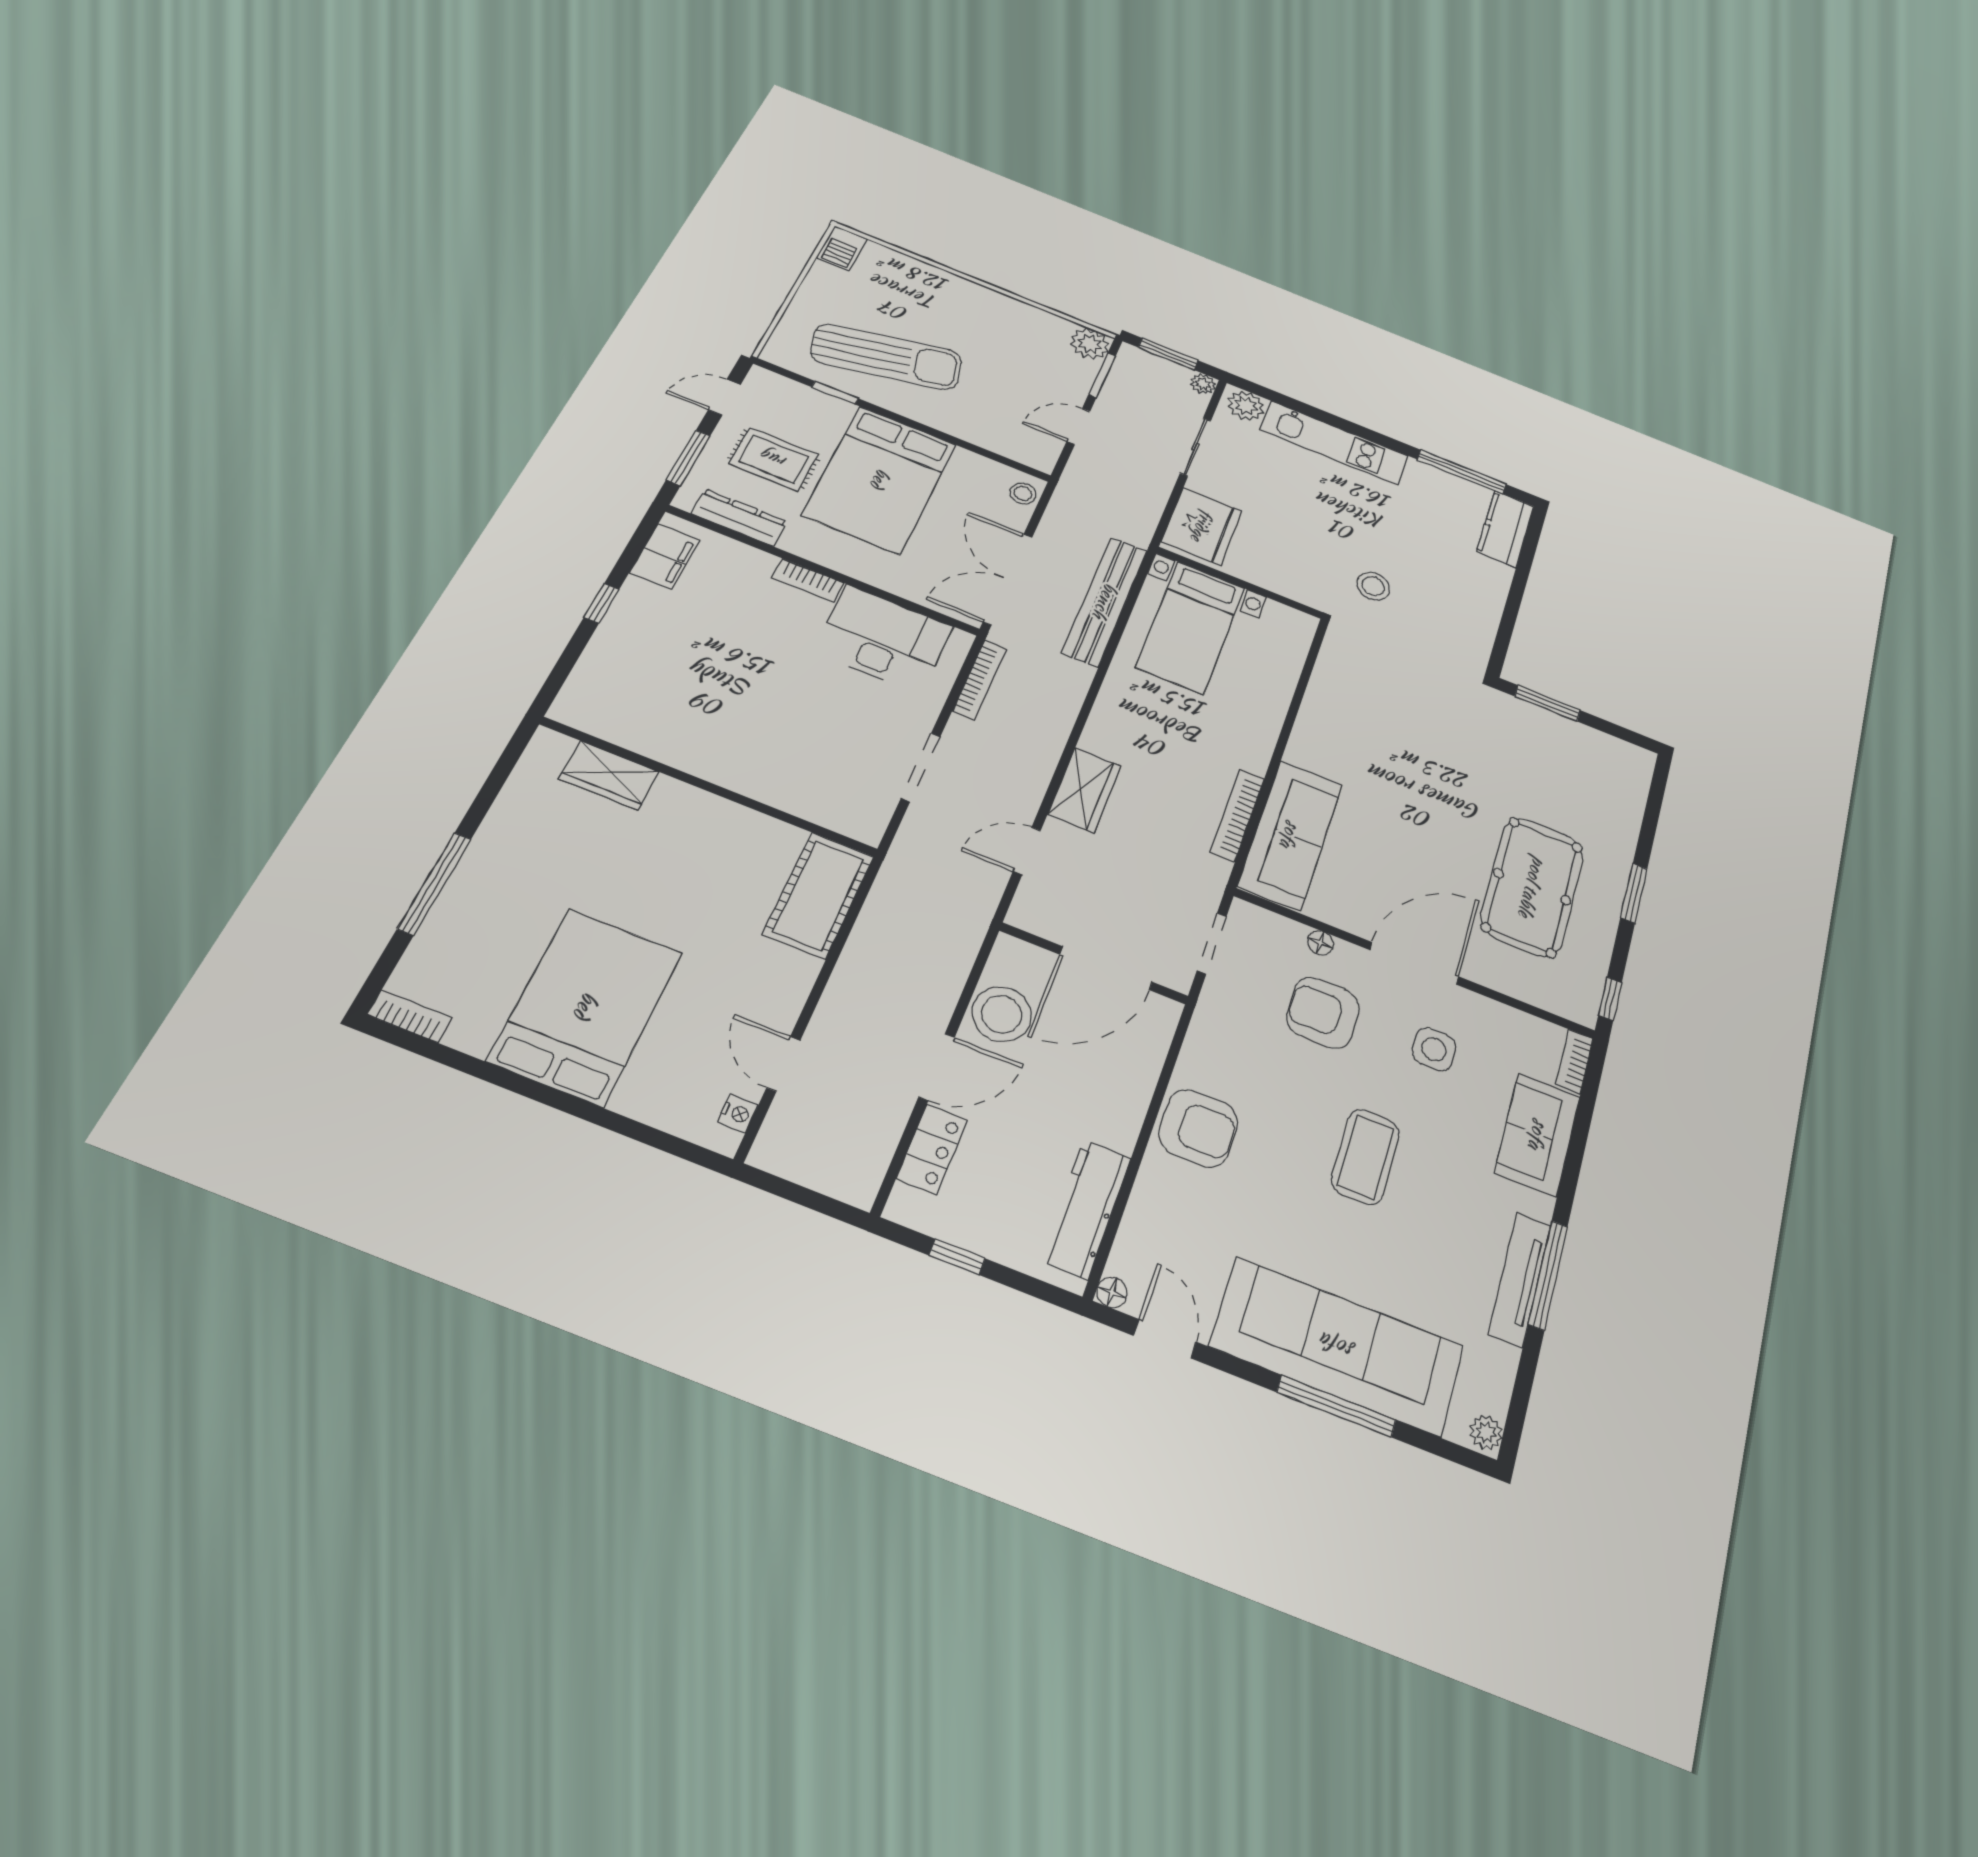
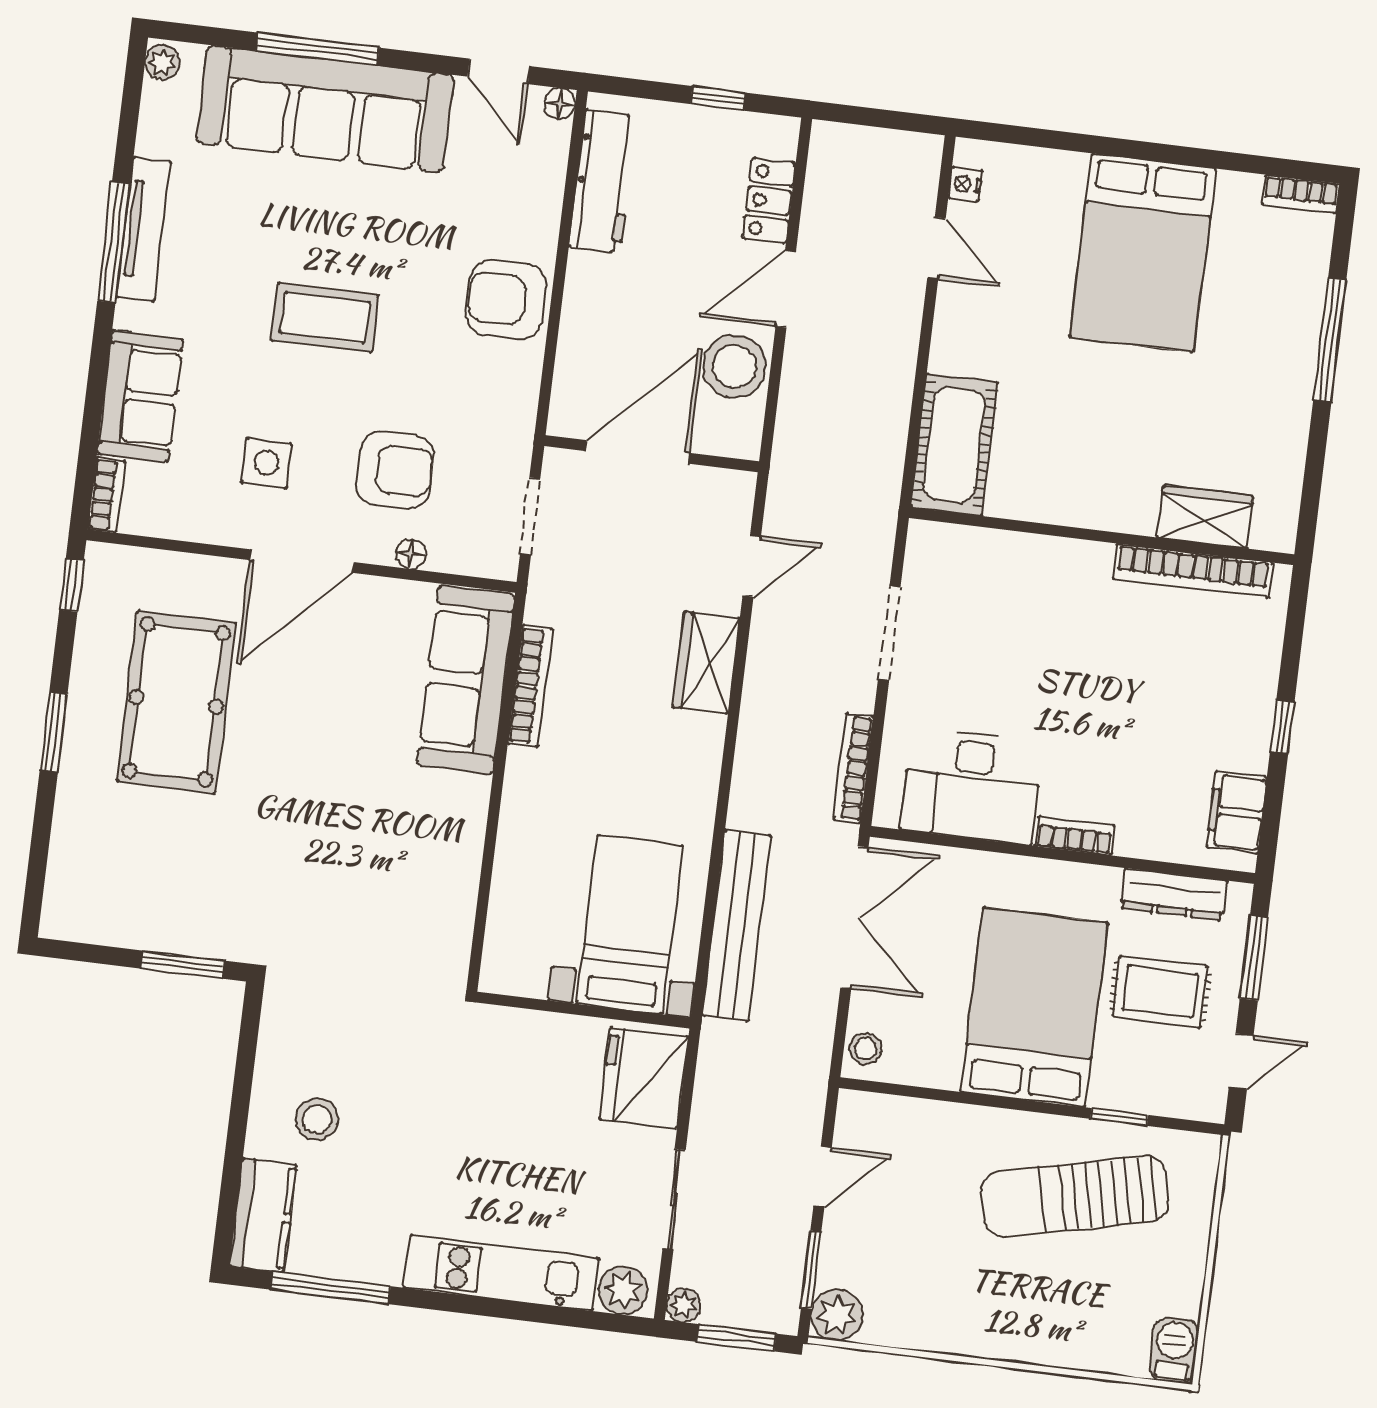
stool: (1373, 586) -> (317, 1119), moved
bookcase: (636, 738) -> (1193, 571), added
coffee table: (1366, 1157) -> (325, 318), turned 90

